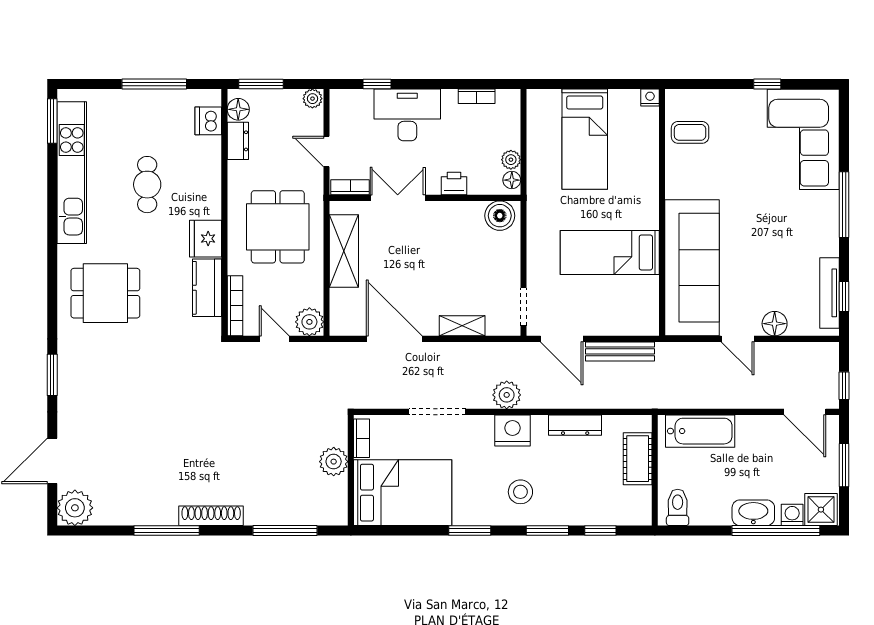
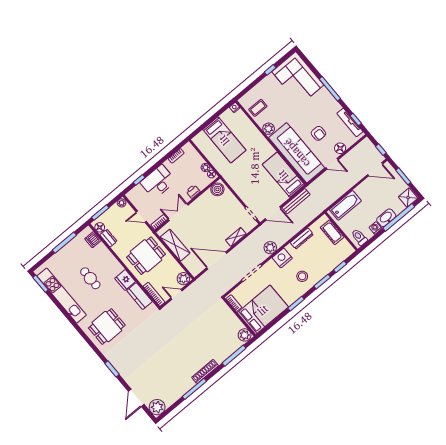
plant: (678, 185) -> (269, 129), added
dining table: (278, 227) -> (146, 256), turned 90
bed: (610, 252) -> (283, 175), moved, turned 90
armchair: (759, 266) -> (318, 133), added
plant: (334, 462) -> (245, 335), moved
washing machine: (792, 515) -> (375, 228), moved

